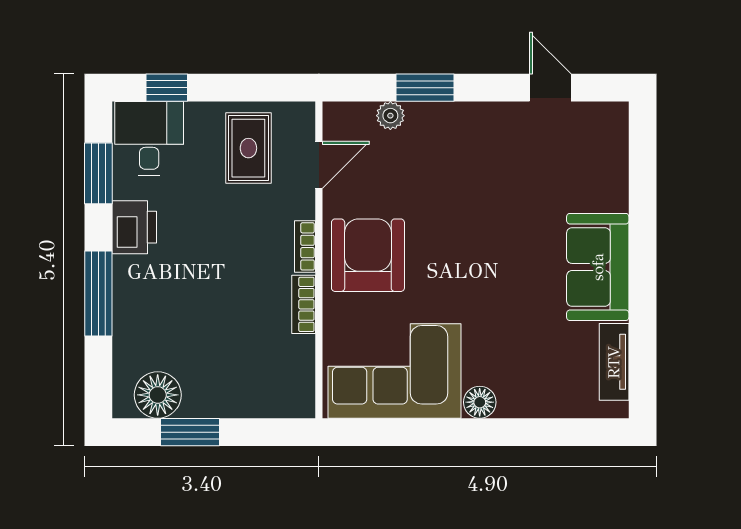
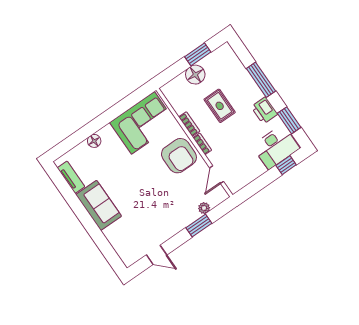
desk: (149, 138) -> (276, 147), width x1.37
rug: (248, 148) -> (220, 106), moved
floor lamp: (158, 395) -> (195, 75), moved
floor lamp: (480, 402) -> (94, 141), moved

